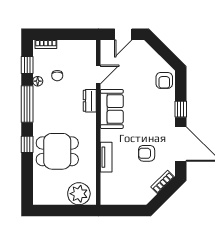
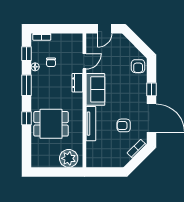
window: (27, 104) -> (27, 85), width x0.69
tv unit: (106, 157) -> (91, 124), width x1.41

